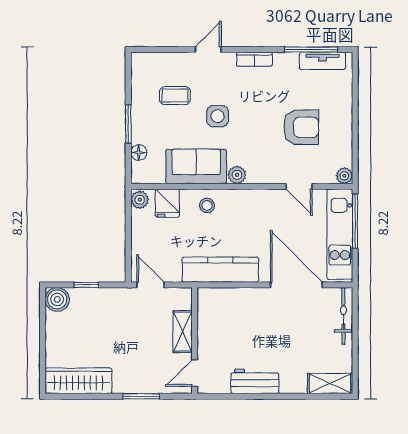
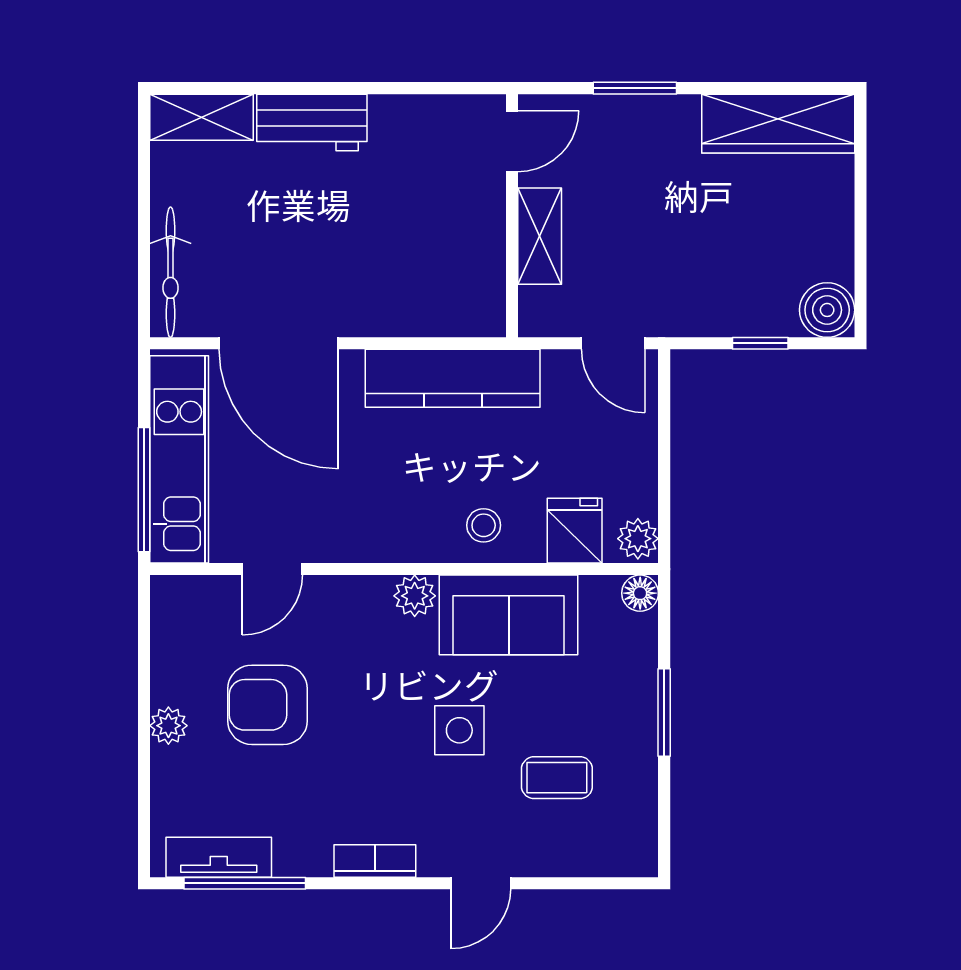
floor lamp: (139, 153) -> (640, 593), moved
plant: (344, 176) -> (168, 726), moved
door: (299, 186) -> (272, 569), swing flipped
workbench: (255, 381) -> (312, 122), moved

